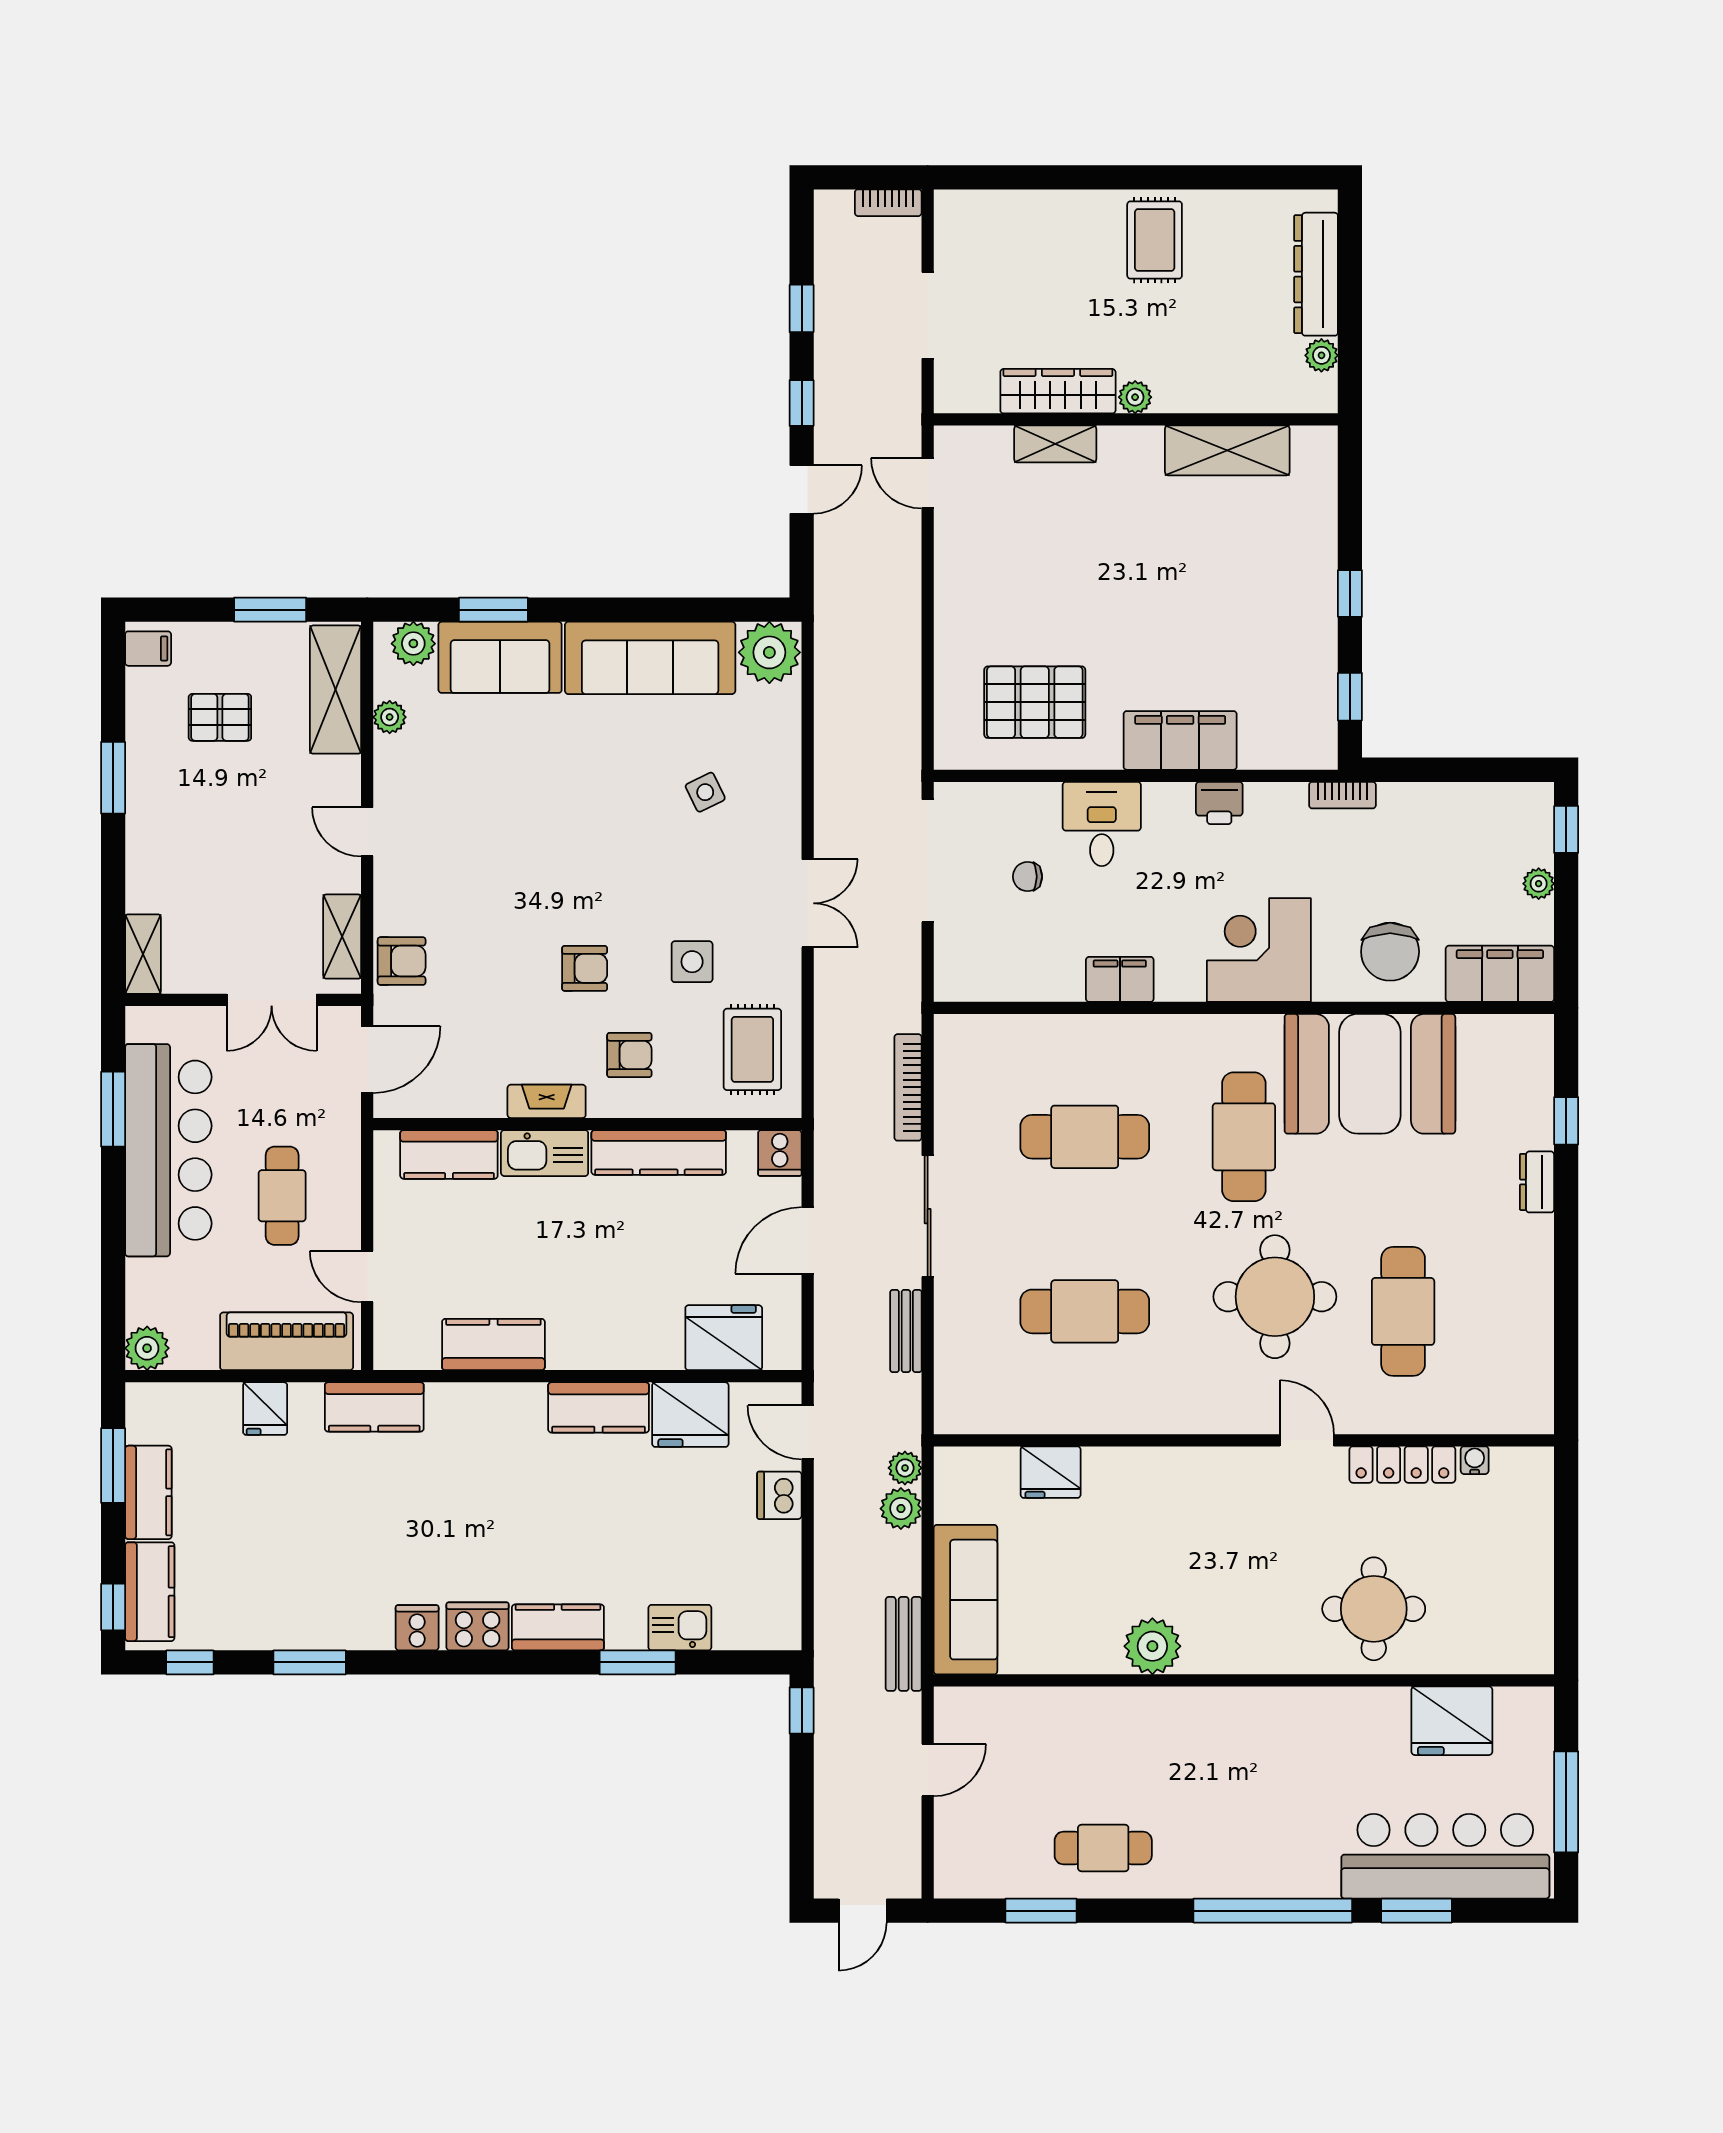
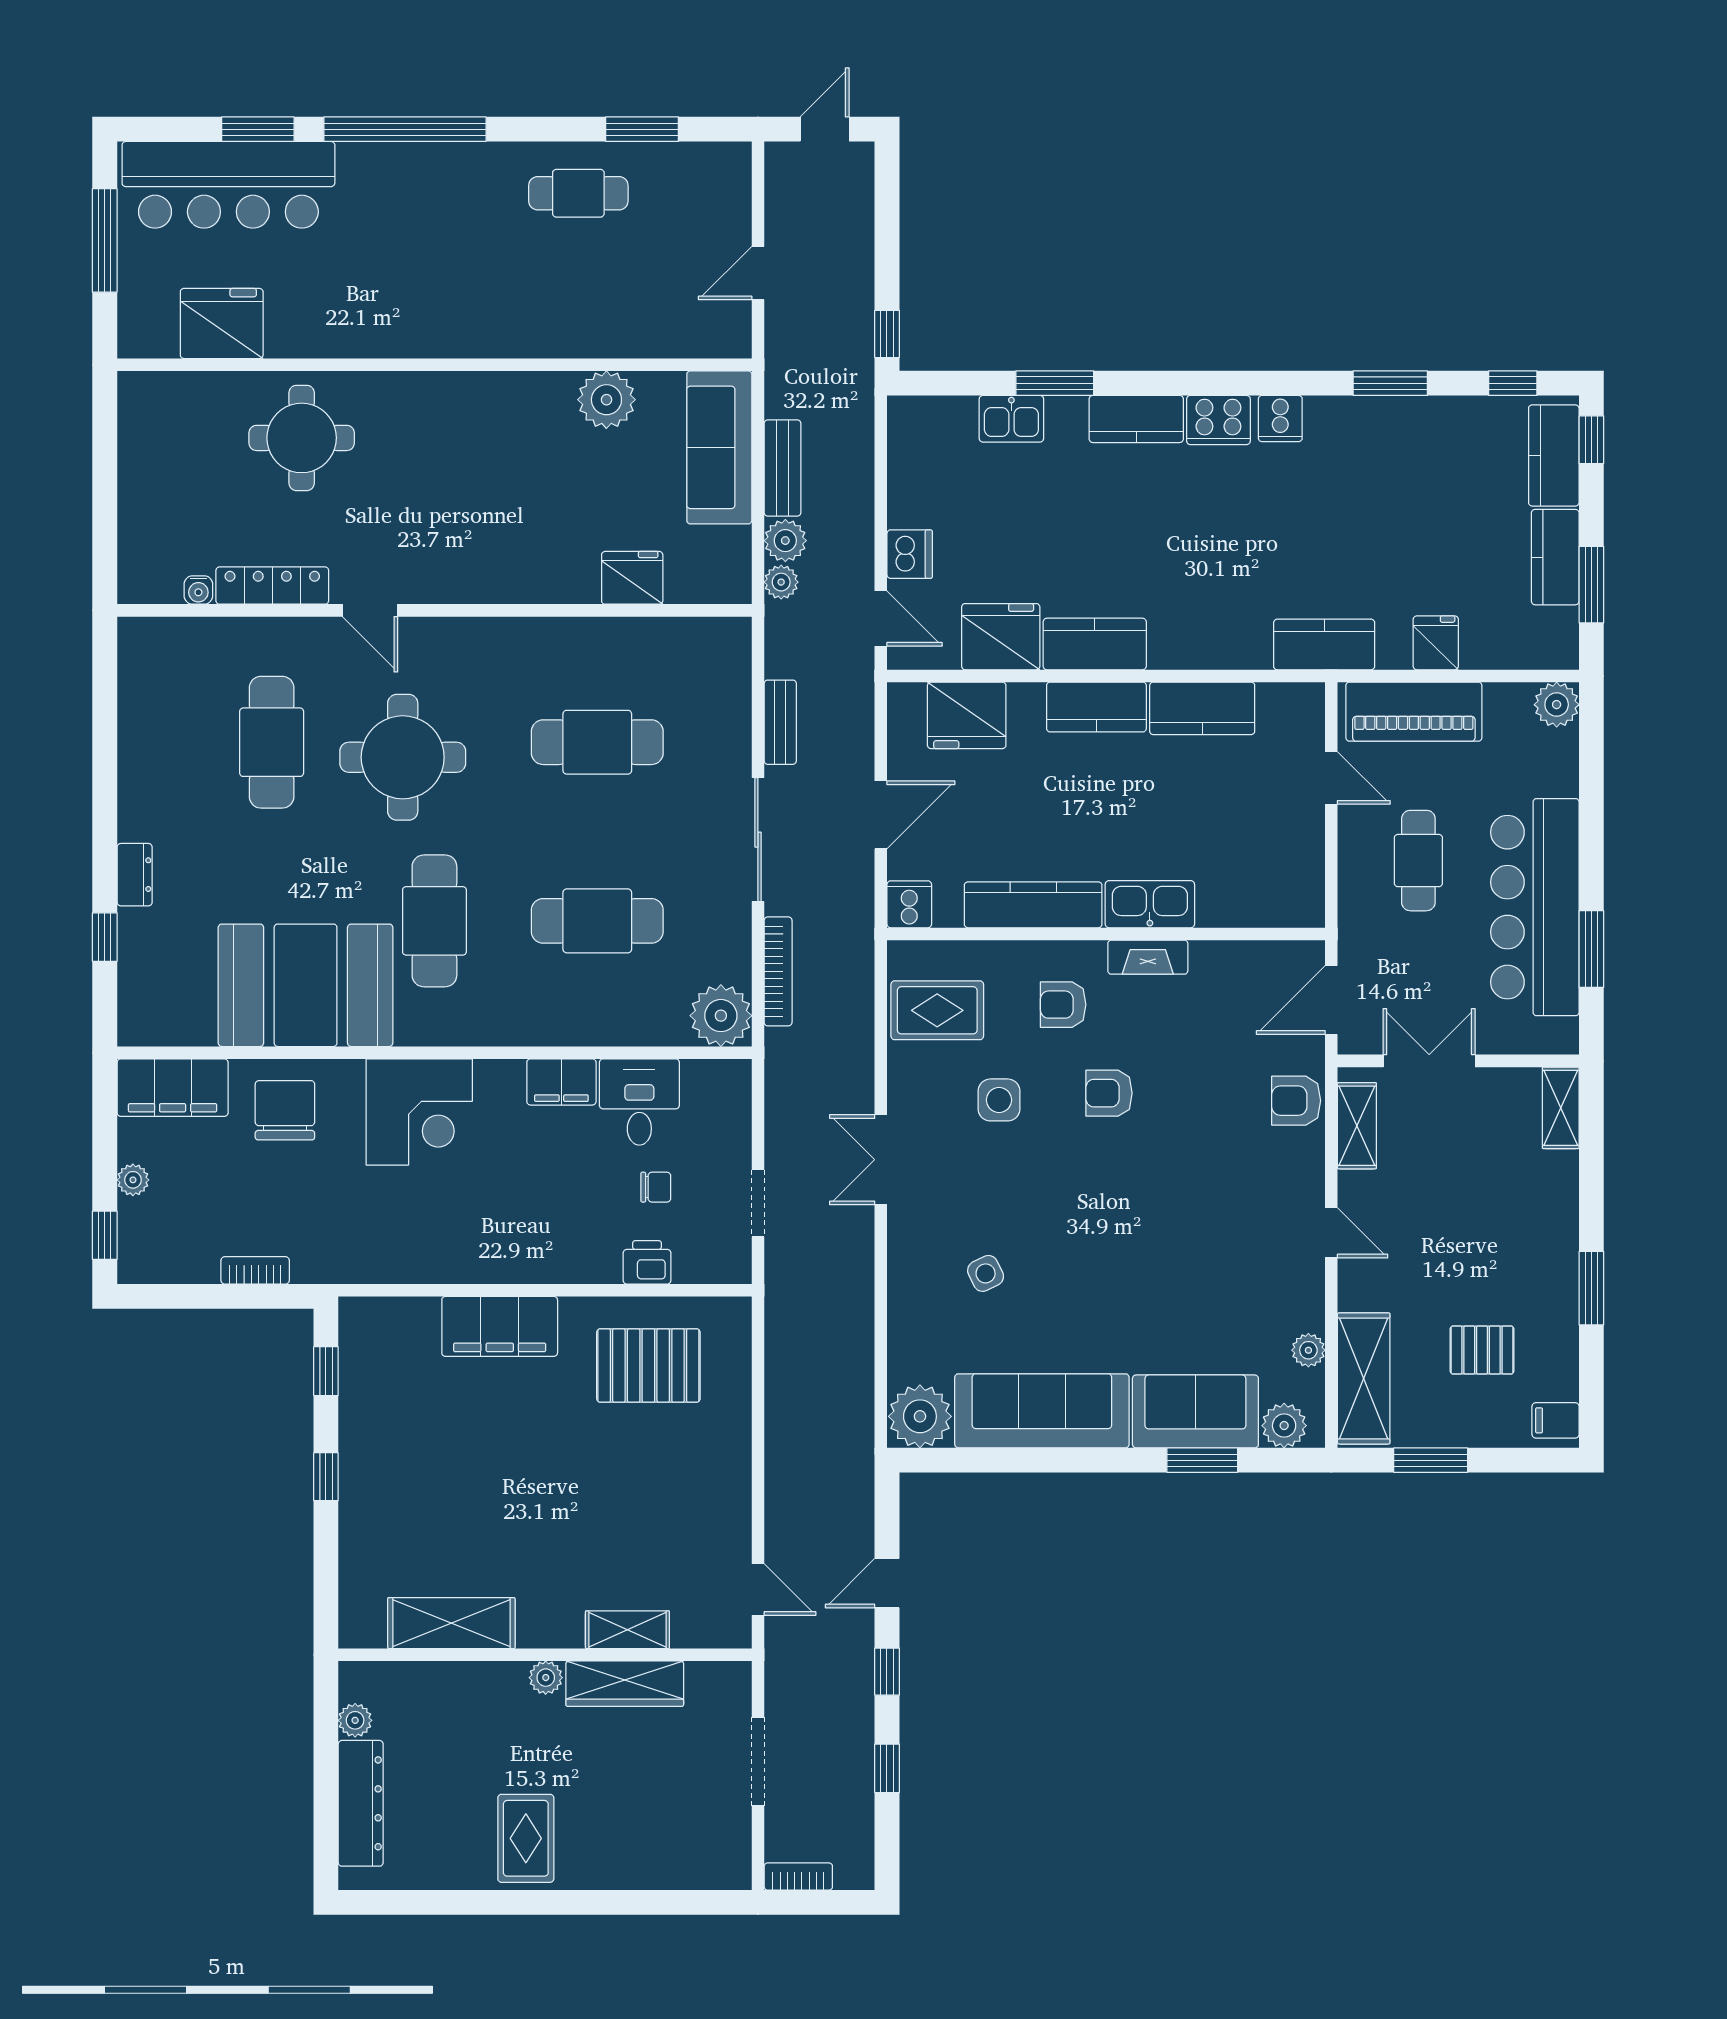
bookcase: (1342, 795) -> (255, 1270), moved
printer: (1219, 803) -> (647, 1262), moved
desk: (1102, 824) -> (639, 1102), moved, turned 180
doorway: (928, 861) -> (758, 1203), width x0.53
plant: (964, 1044) -> (721, 1016), added
rug: (752, 1049) -> (937, 1010), turned 90
kitchen counter: (449, 1154) -> (1096, 707), moved, turned 180
bench: (904, 1644) -> (783, 468), moved
plant: (1152, 1646) -> (606, 400), moved

